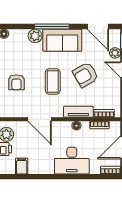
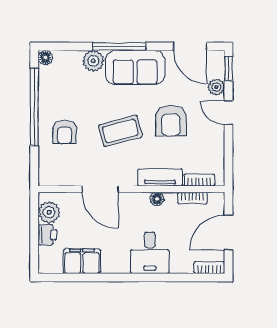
armchair: (85, 75) -> (171, 121), turned -60
coffee table: (53, 81) -> (120, 131), turned 75
desk: (72, 161) -> (150, 253), width x0.73
filing cabinet: (22, 166) -> (82, 261), width x2.00

